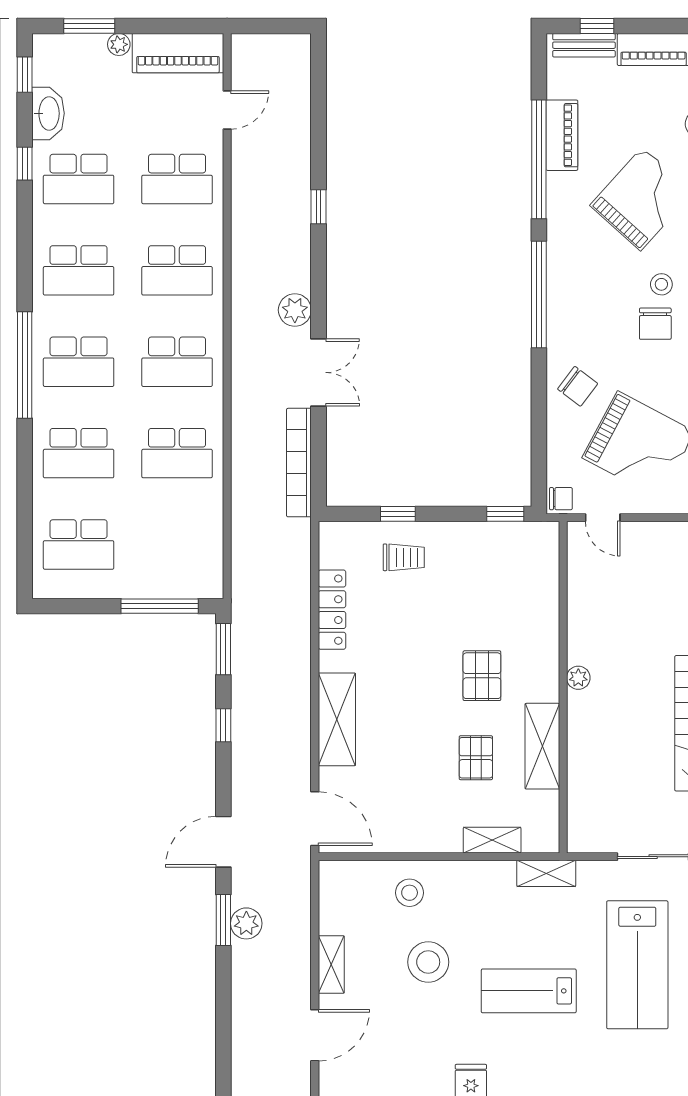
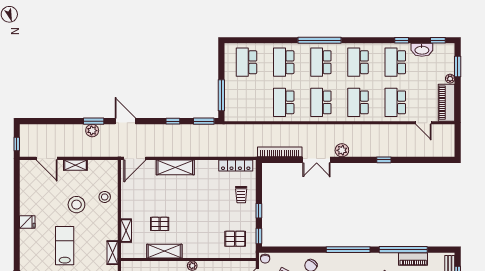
window: (398, 514) -> (259, 211), moved
locker: (332, 610) -> (236, 165), moved
pallet: (482, 676) -> (235, 239), moved

